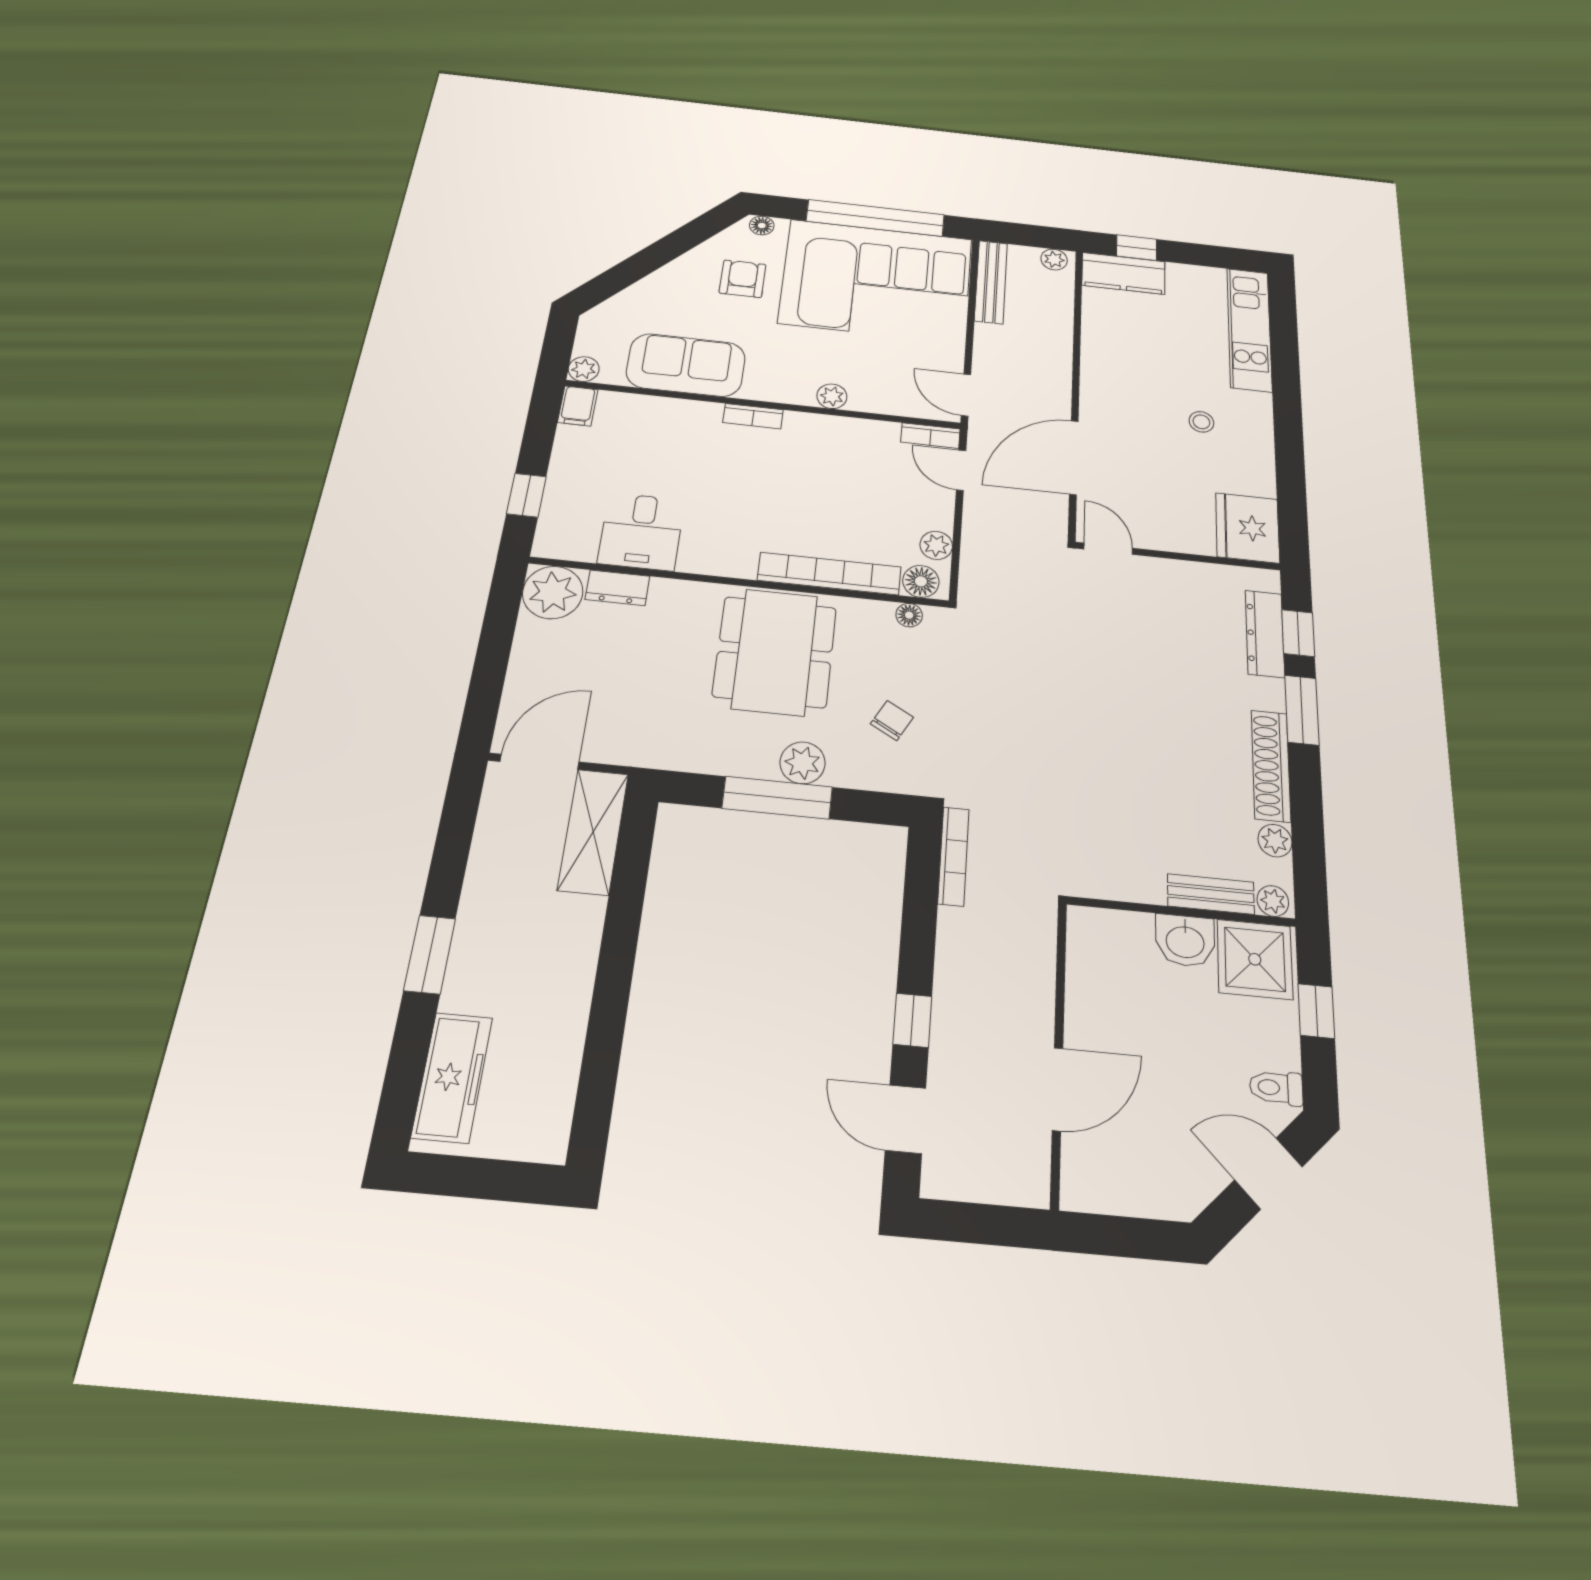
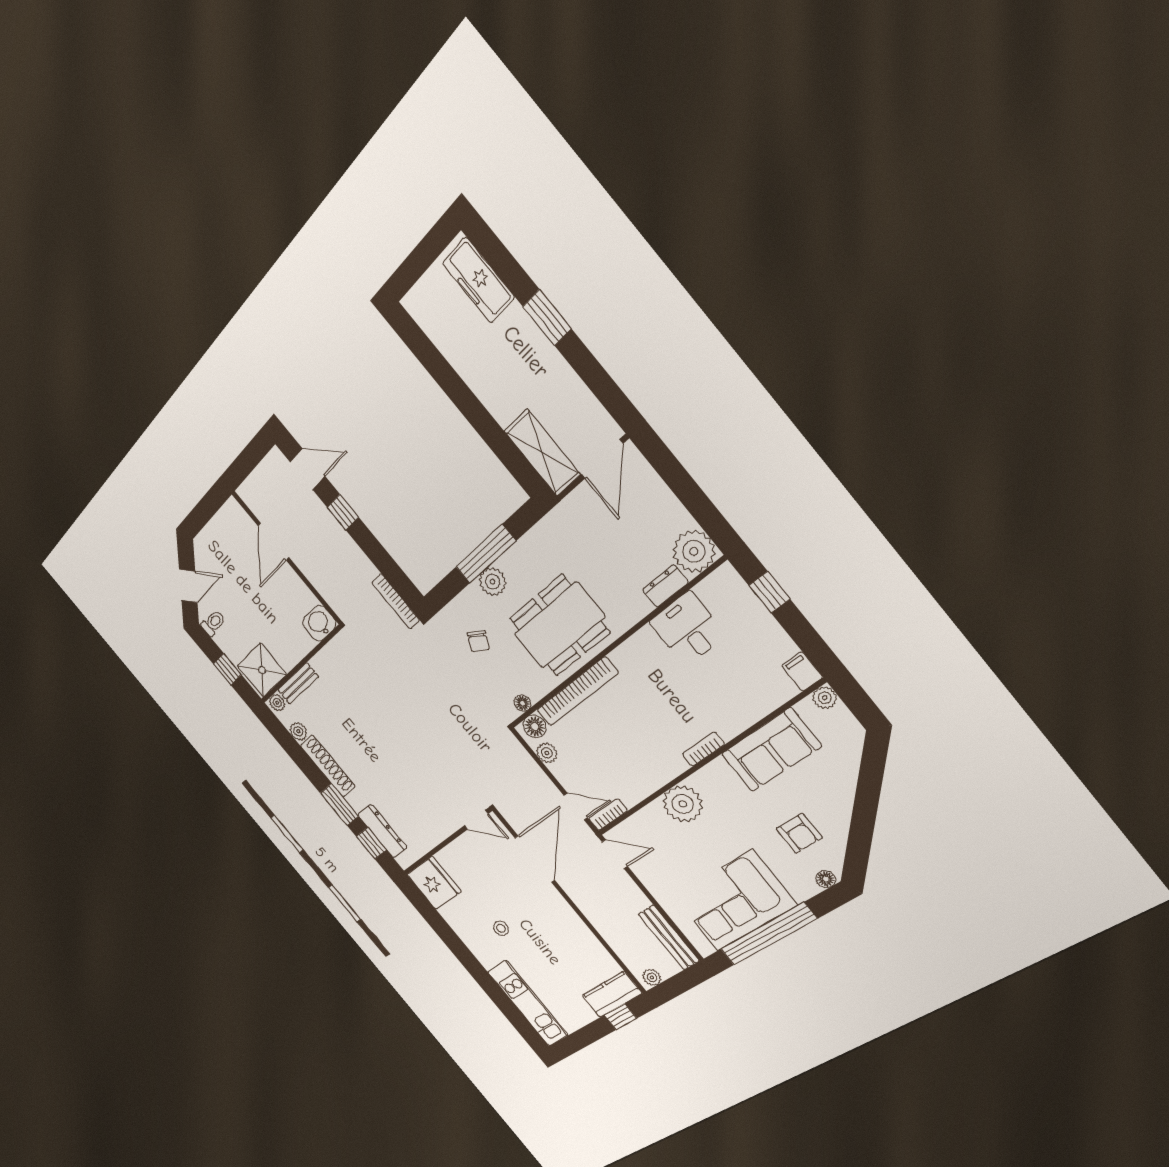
corner sofa: (876, 281) -> (735, 901), width x0.73, depth x0.74
plant: (832, 396) -> (683, 804), width x1.88, depth x1.88
dining table: (775, 652) -> (559, 625), turned 90
washbasin: (1185, 941) -> (319, 623), moved

